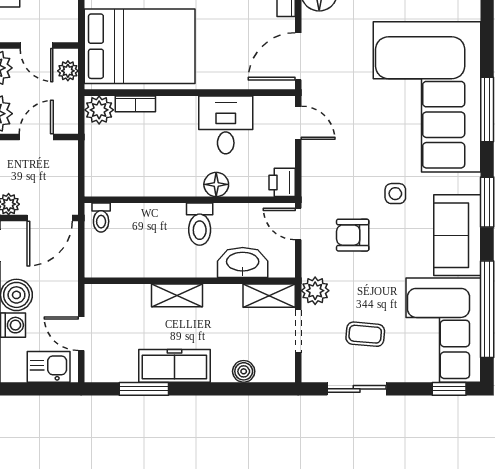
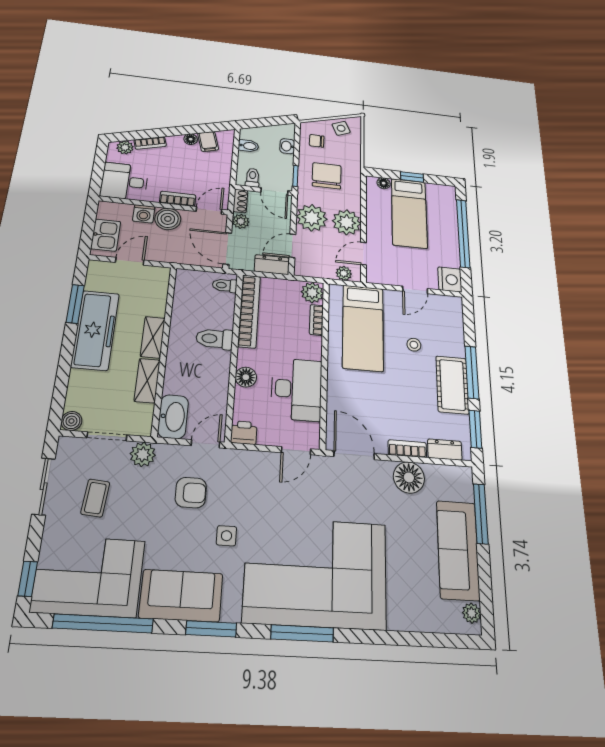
bed: (140, 46) -> (363, 328), width x0.67
desk: (226, 125) -> (296, 389), width x1.37
door: (36, 137) -> (292, 246), swing flipped
dresser: (66, 162) -> (272, 265), added
bookcase: (132, 186) -> (249, 311), added
toilet: (200, 224) -> (214, 339), moved
armchair: (353, 235) -> (191, 493), turned 90
washbasin: (243, 262) -> (173, 417), moved
shelving: (269, 296) -> (147, 381), moved
freezer: (174, 366) -> (95, 330), width x1.36, depth x1.26
boiler: (244, 371) -> (71, 421), moved

